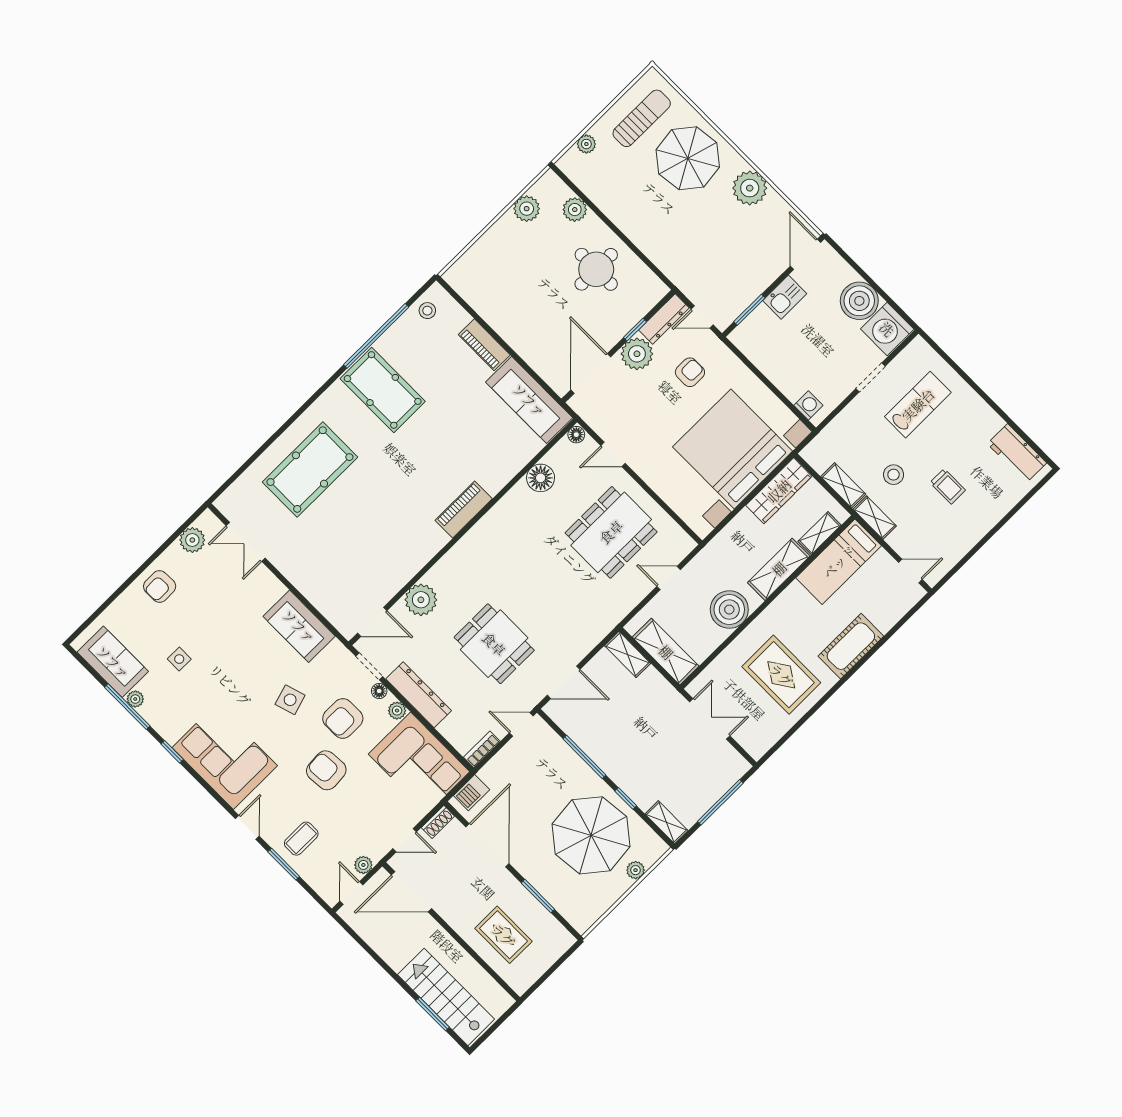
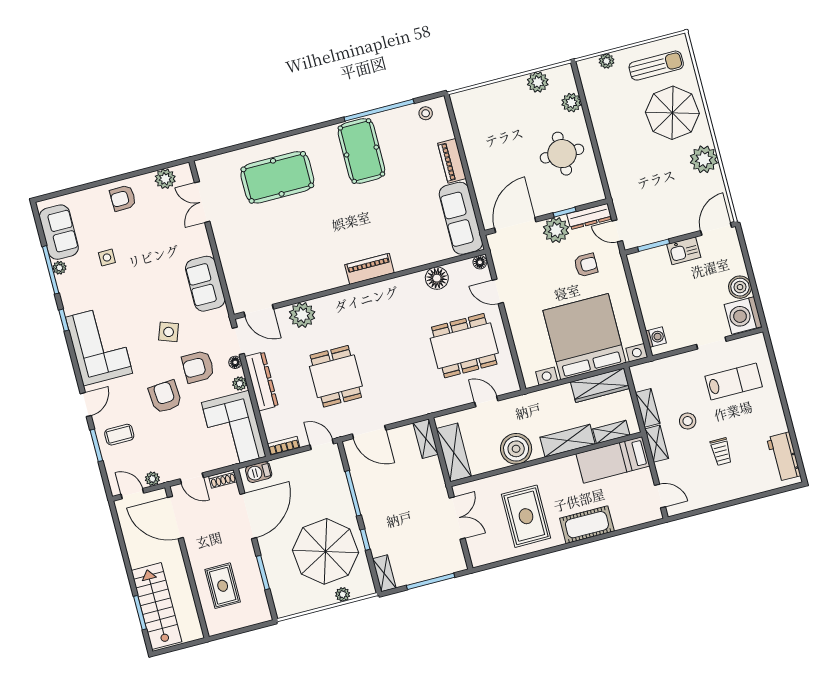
boiler: (859, 301) -> (740, 287), width x0.73, depth x0.73
side table: (290, 700) -> (169, 332), turned 37
door: (351, 893) -> (132, 494), hinge flipped

